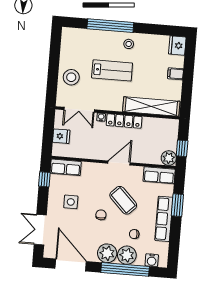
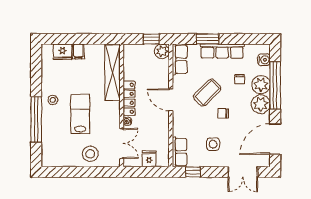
fridge: (177, 46) -> (63, 52), moved

